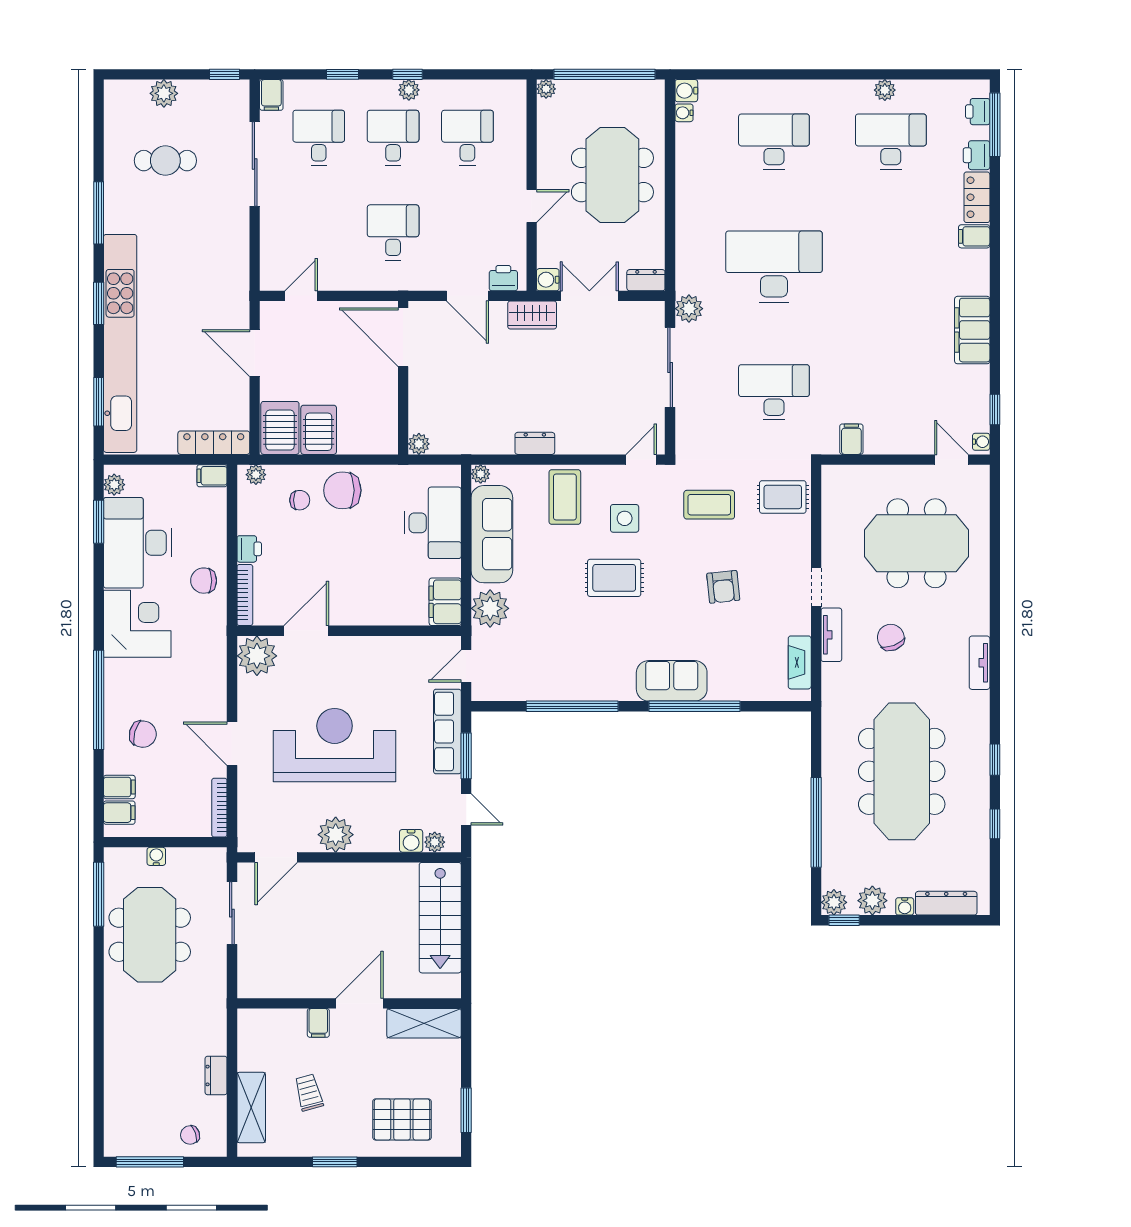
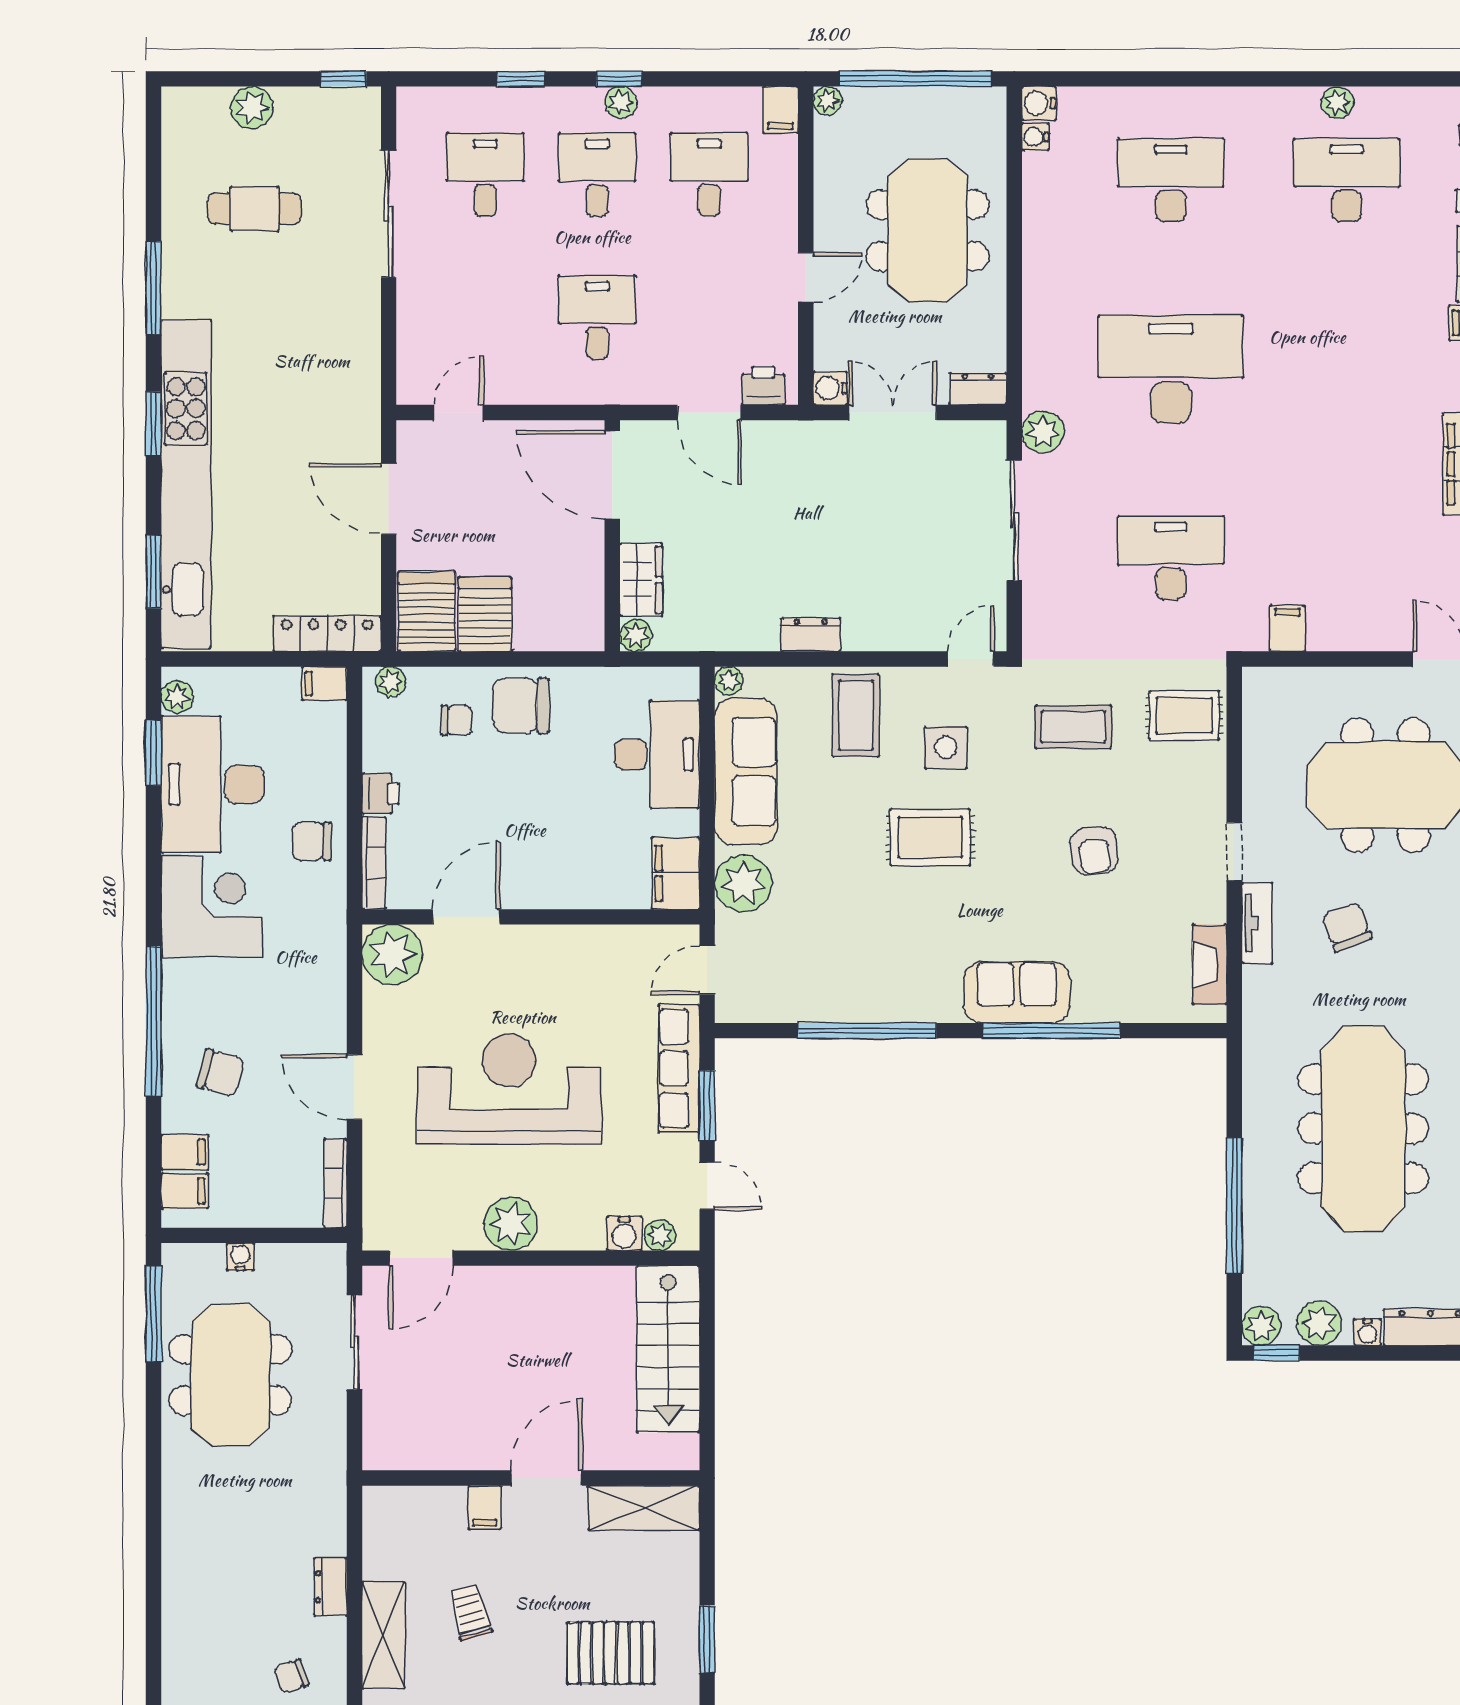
filing cabinet: (271, 95) -> (781, 110), moved
wardrobe: (532, 315) -> (641, 580), moved, turned -90

